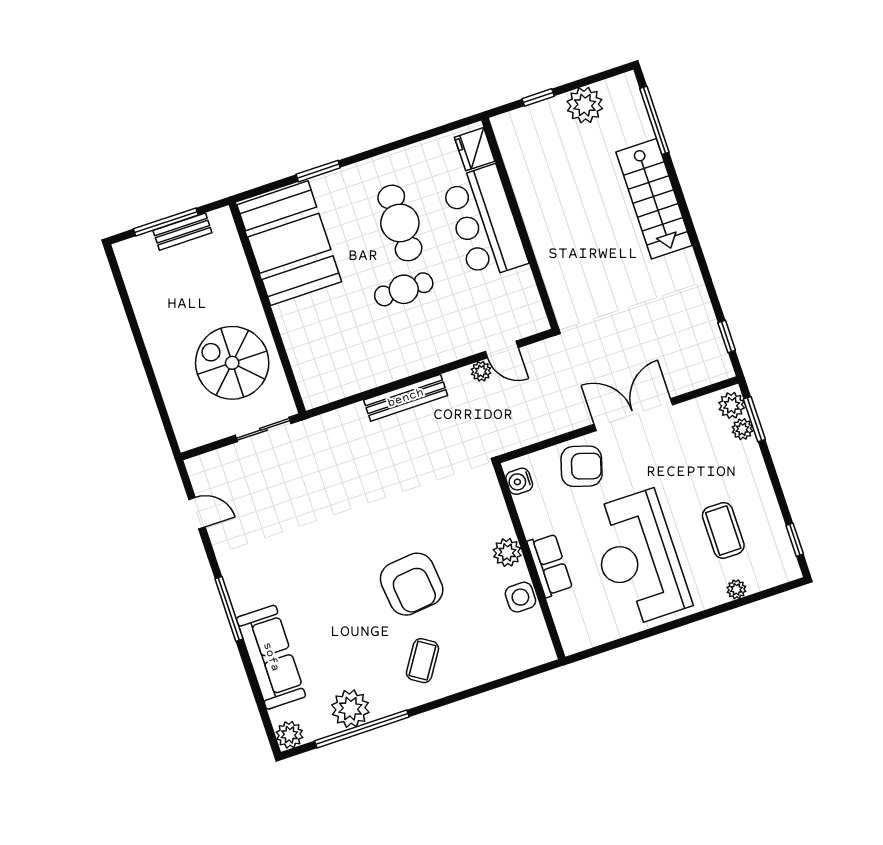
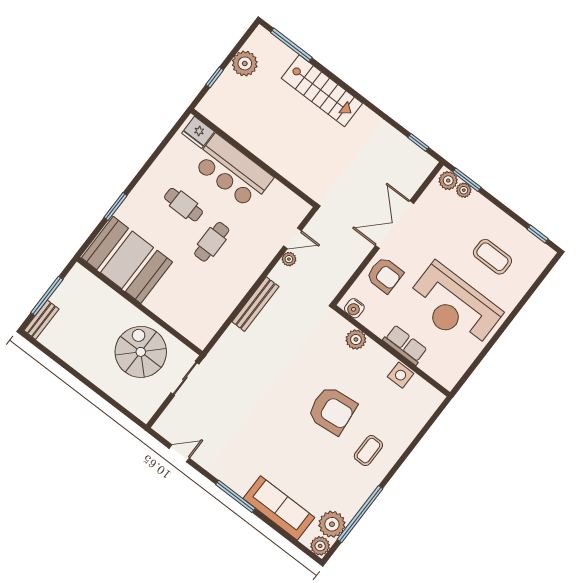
cafe table: (400, 223) -> (183, 205), width x0.73, depth x0.74
bench: (182, 232) -> (41, 320), moved
spiral stairs: (232, 363) -> (141, 352), turned 90
armchair: (582, 466) -> (385, 275), turned 73
plant: (507, 552) -> (356, 339), moved
plant: (736, 589) -> (523, 286), removed
coffee table: (422, 661) -> (368, 451), turned 57
plant: (350, 709) -> (332, 524), moved

